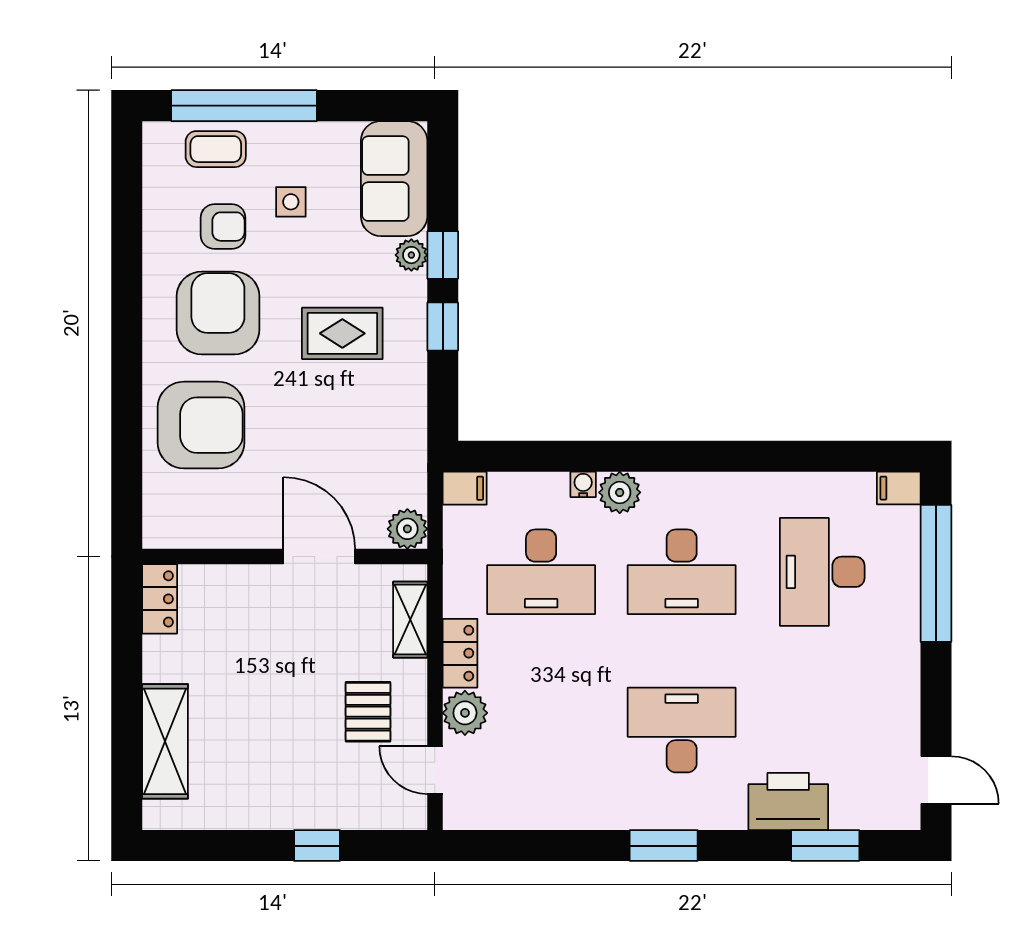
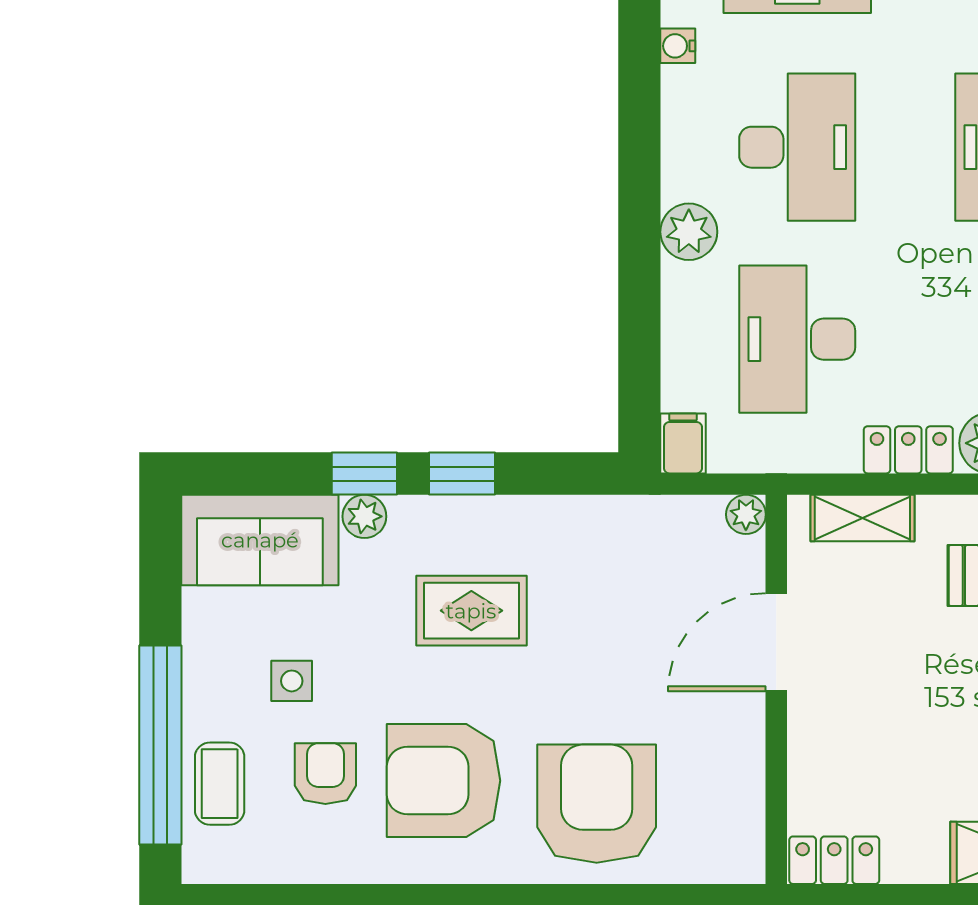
rug: (342, 333) -> (471, 611), turned 90
water cooler: (583, 484) -> (678, 46), moved
plant: (407, 529) -> (746, 514), width x0.73, depth x0.73
desk: (541, 572) -> (797, 339), turned 180

